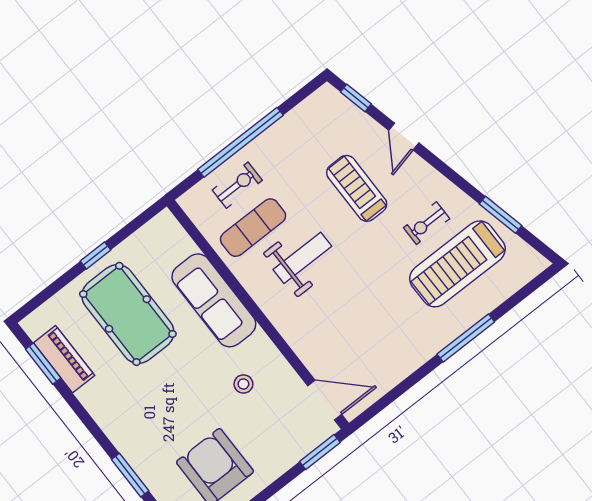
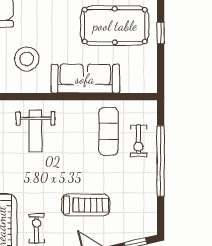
weight bench: (302, 258) -> (36, 131), moved
stool: (243, 384) -> (27, 59), width x1.89, depth x1.89

